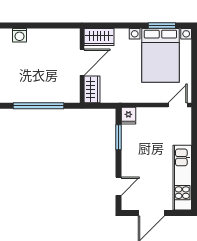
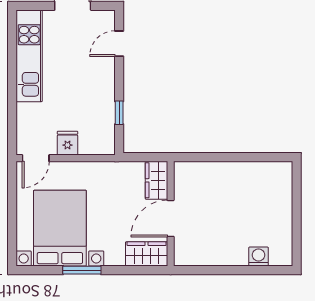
window: (162, 26) -> (82, 270), moved
window: (39, 106) -> (232, 157), removed
fridge: (128, 116) -> (67, 143), moved
window: (118, 137) -> (119, 113), width x0.67

